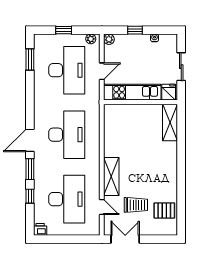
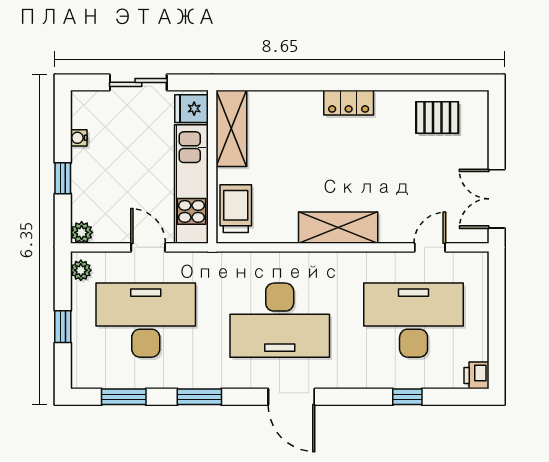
shelving: (170, 122) -> (231, 128), moved, turned 90
desk: (67, 135) -> (280, 320), turned 180
locker: (171, 168) -> (349, 103), added
window: (30, 169) -> (199, 397), moved
shelving: (111, 177) -> (338, 228), moved
trolley: (136, 205) -> (236, 209), moved
pallet: (164, 210) -> (437, 117), turned 90

